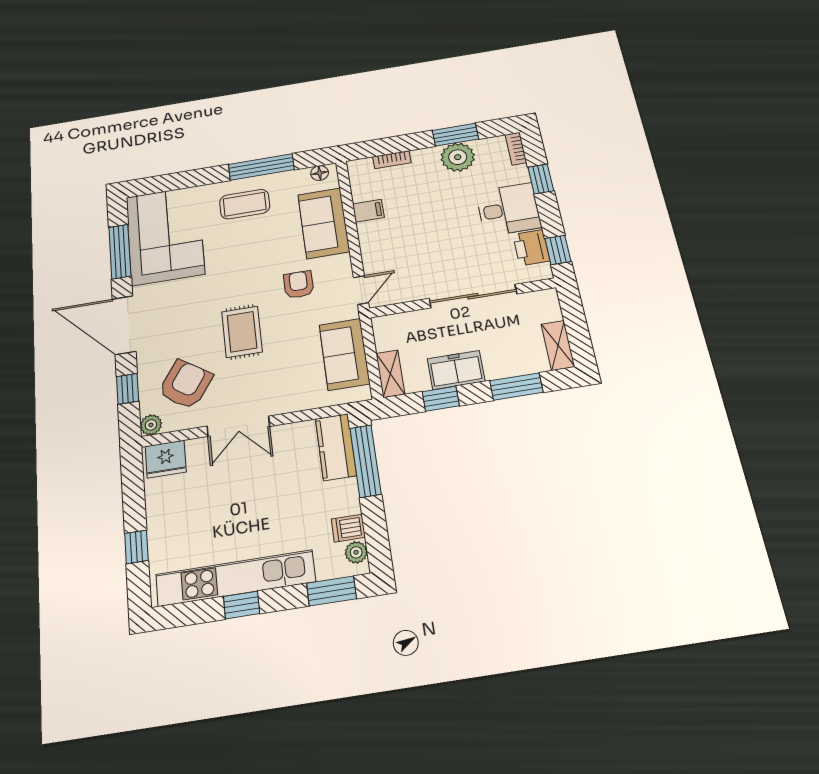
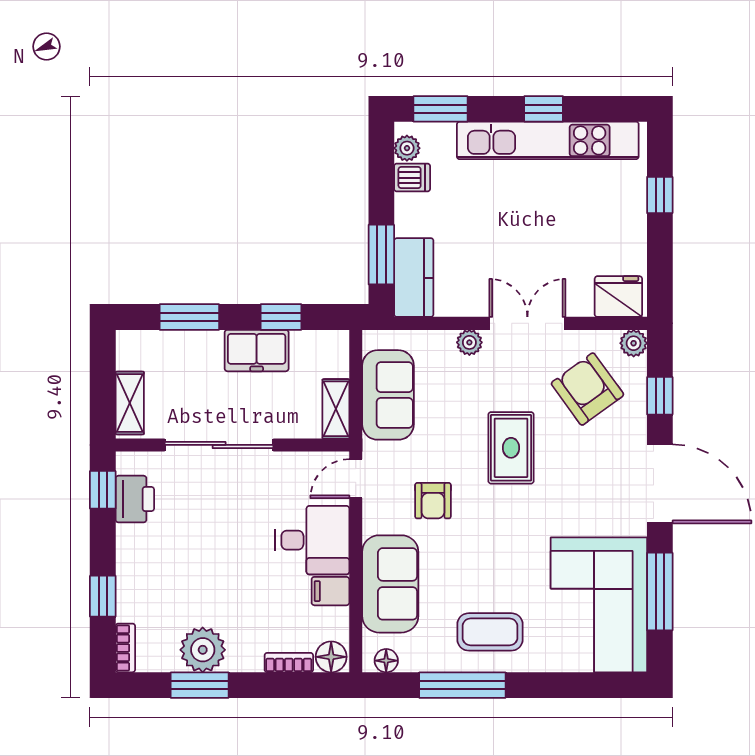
floor lamp: (361, 169) -> (331, 657), added
desk: (508, 209) -> (312, 540), moved, turned 180
shelving: (558, 345) -> (130, 403), moved
shelving: (390, 374) -> (336, 409), moved
armchair: (185, 384) -> (587, 389), turned 110
plant: (284, 404) -> (469, 342), added
window: (365, 461) -> (381, 255), width x0.69

